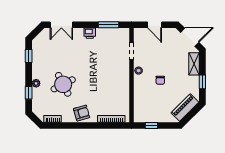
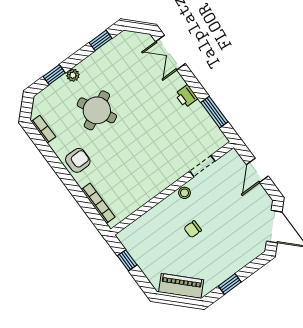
shelving: (194, 64) -> (245, 257), removed
armchair: (82, 113) -> (78, 160), turned -74

